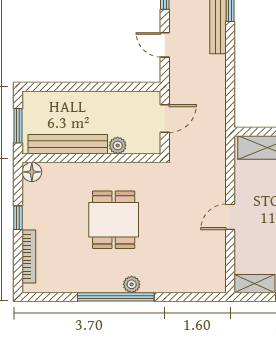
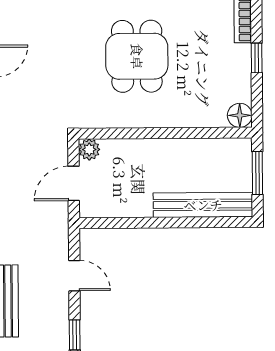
bench: (68, 144) -> (203, 205), moved
plant: (118, 145) -> (89, 150), moved

